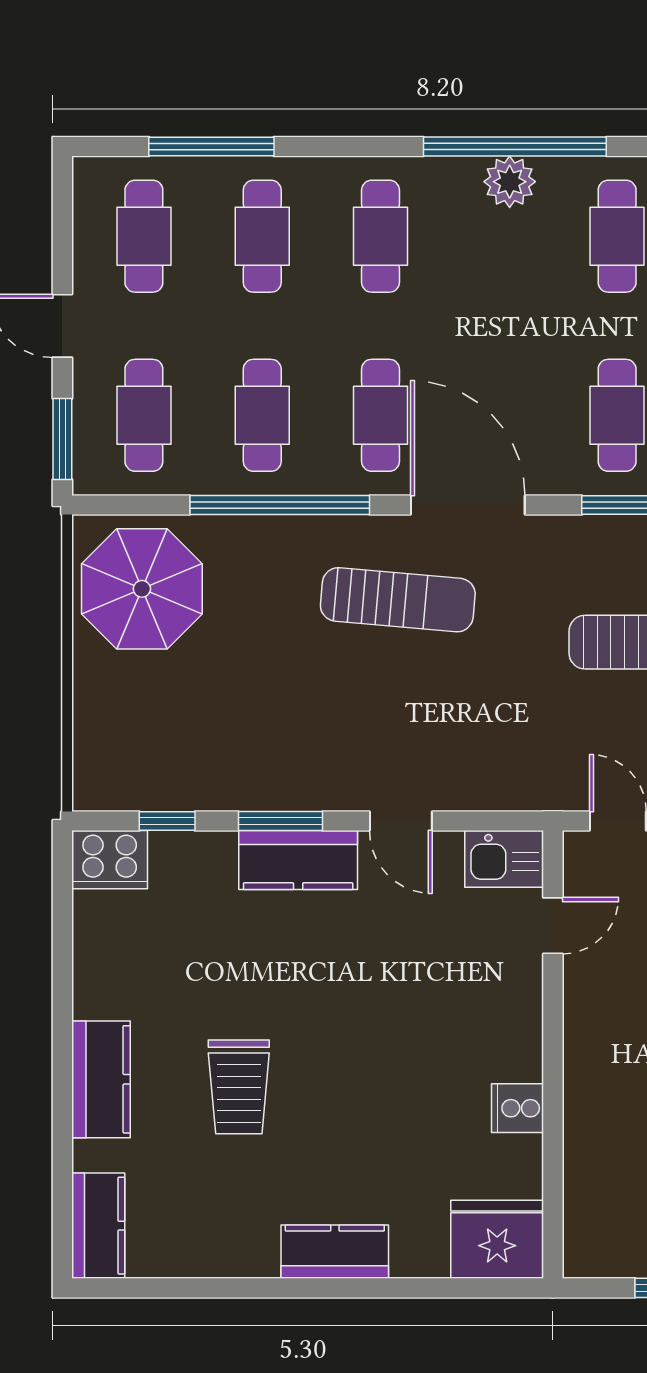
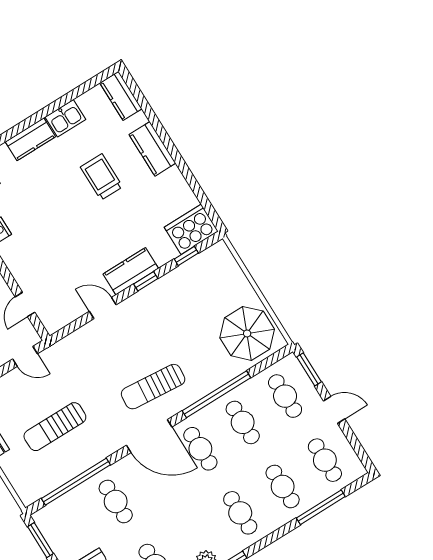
window: (280, 821) -> (146, 281), width x0.67
kitchen sink: (504, 859) -> (65, 118), moved, turned 180
cooker: (110, 860) -> (191, 229), width x1.37, depth x1.31

